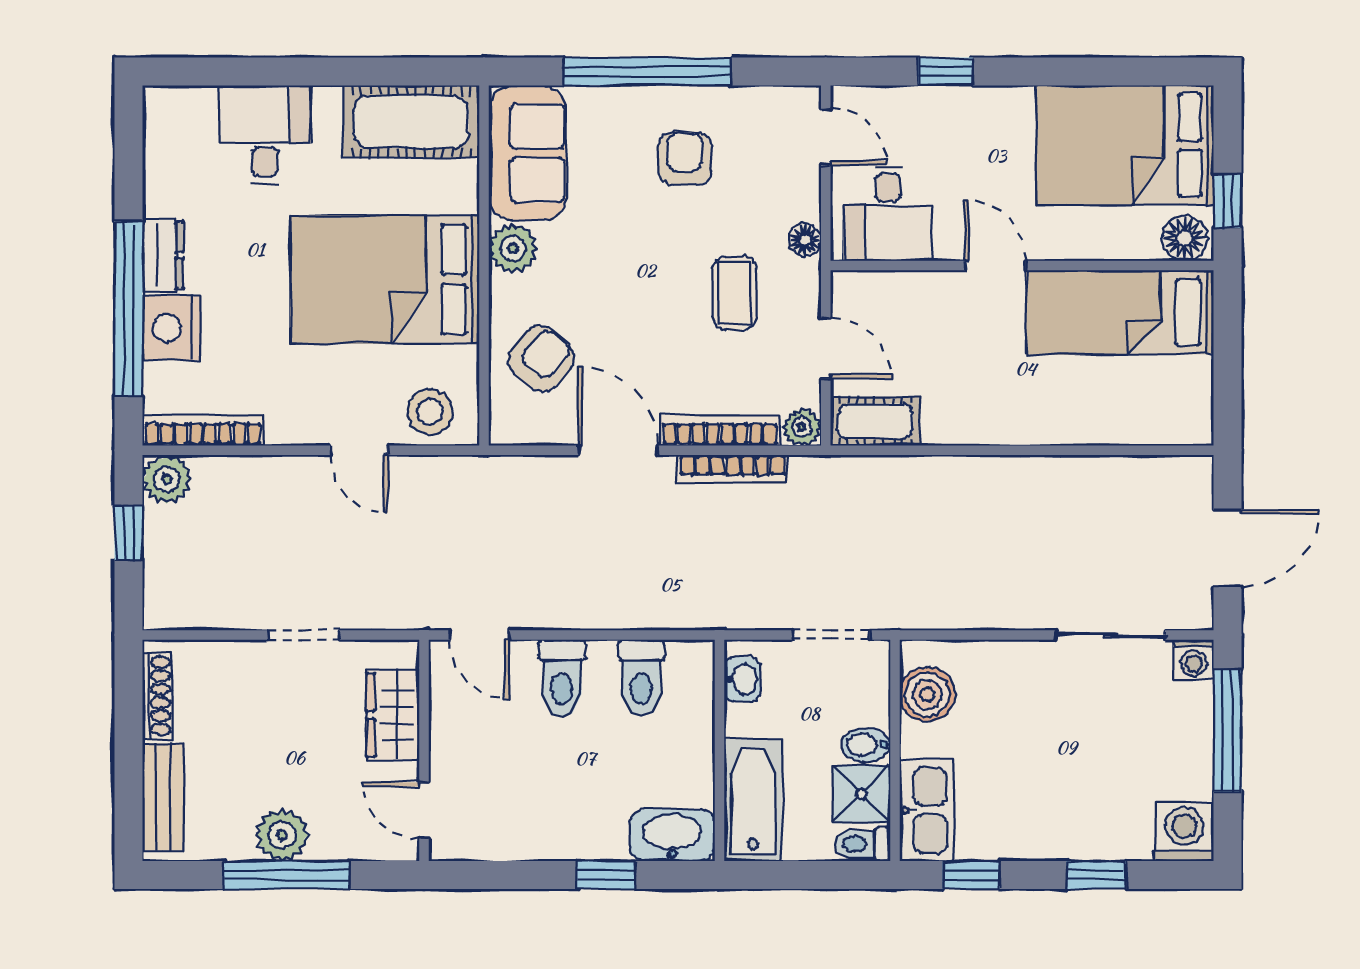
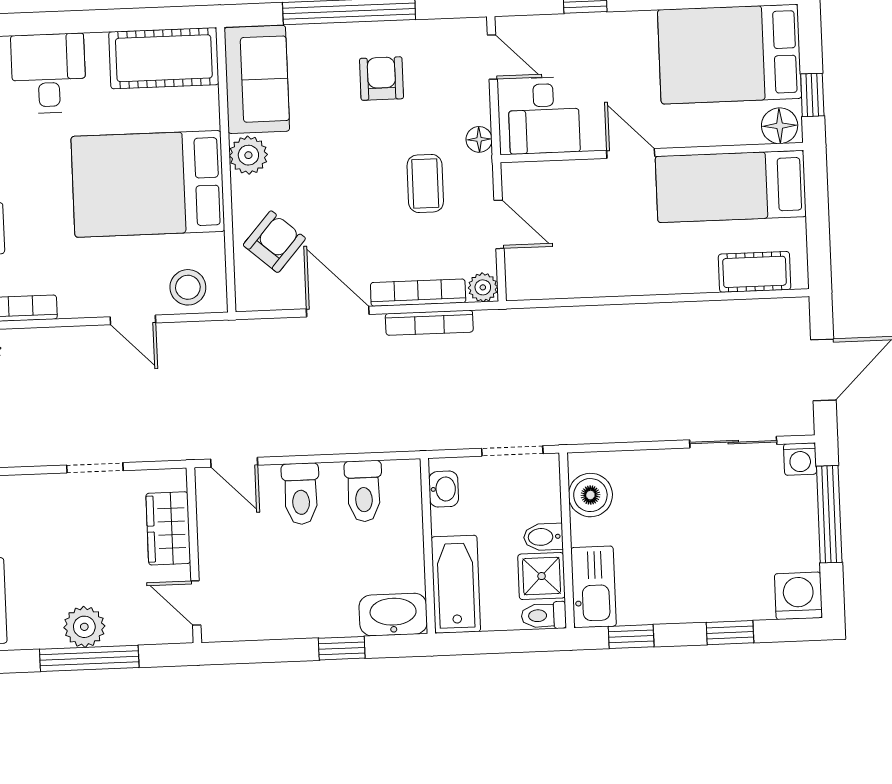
cot: (875, 421) -> (755, 272), moved

